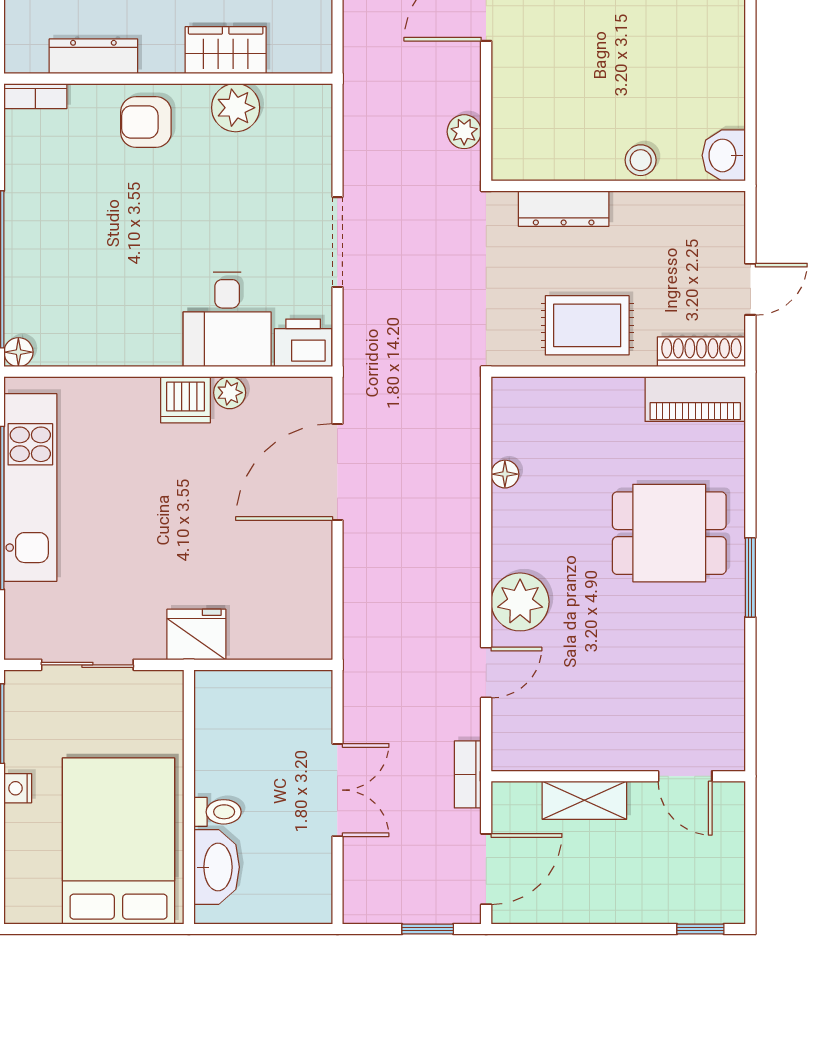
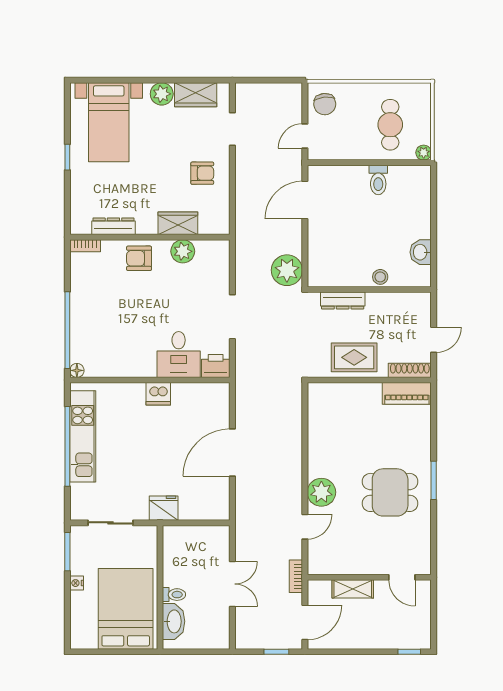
plant: (464, 132) -> (287, 270), width x1.87, depth x1.87
washbasin: (724, 155) -> (421, 252), moved
plant: (230, 393) -> (180, 390), removed
door: (337, 472) -> (232, 453), moved
floor lamp: (505, 474) -> (314, 430), removed
dining table: (669, 533) -> (390, 492), moved

